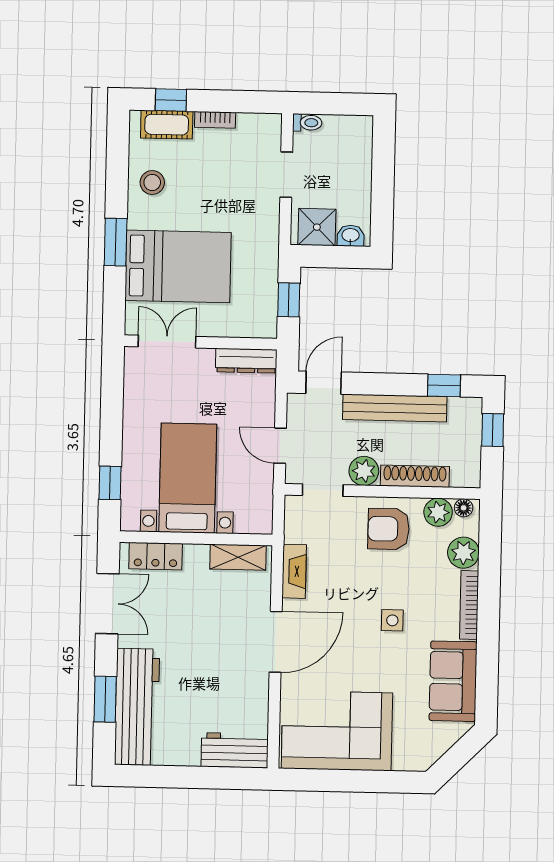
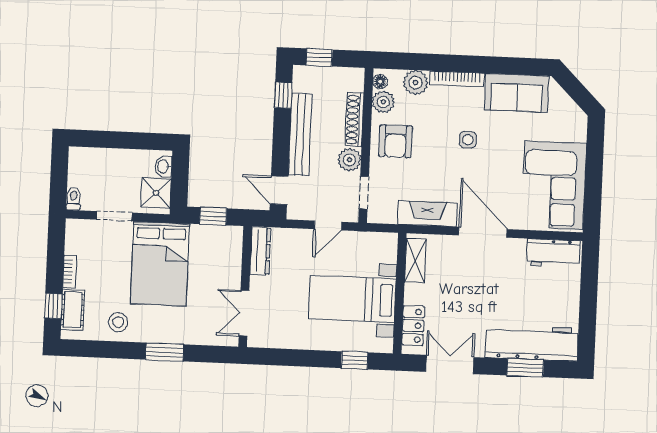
bed: (178, 266) -> (160, 264), moved, turned 180
fireplace: (294, 571) -> (428, 214), width x1.37, depth x1.32
workbench: (235, 750) -> (553, 253), moved, turned -90

